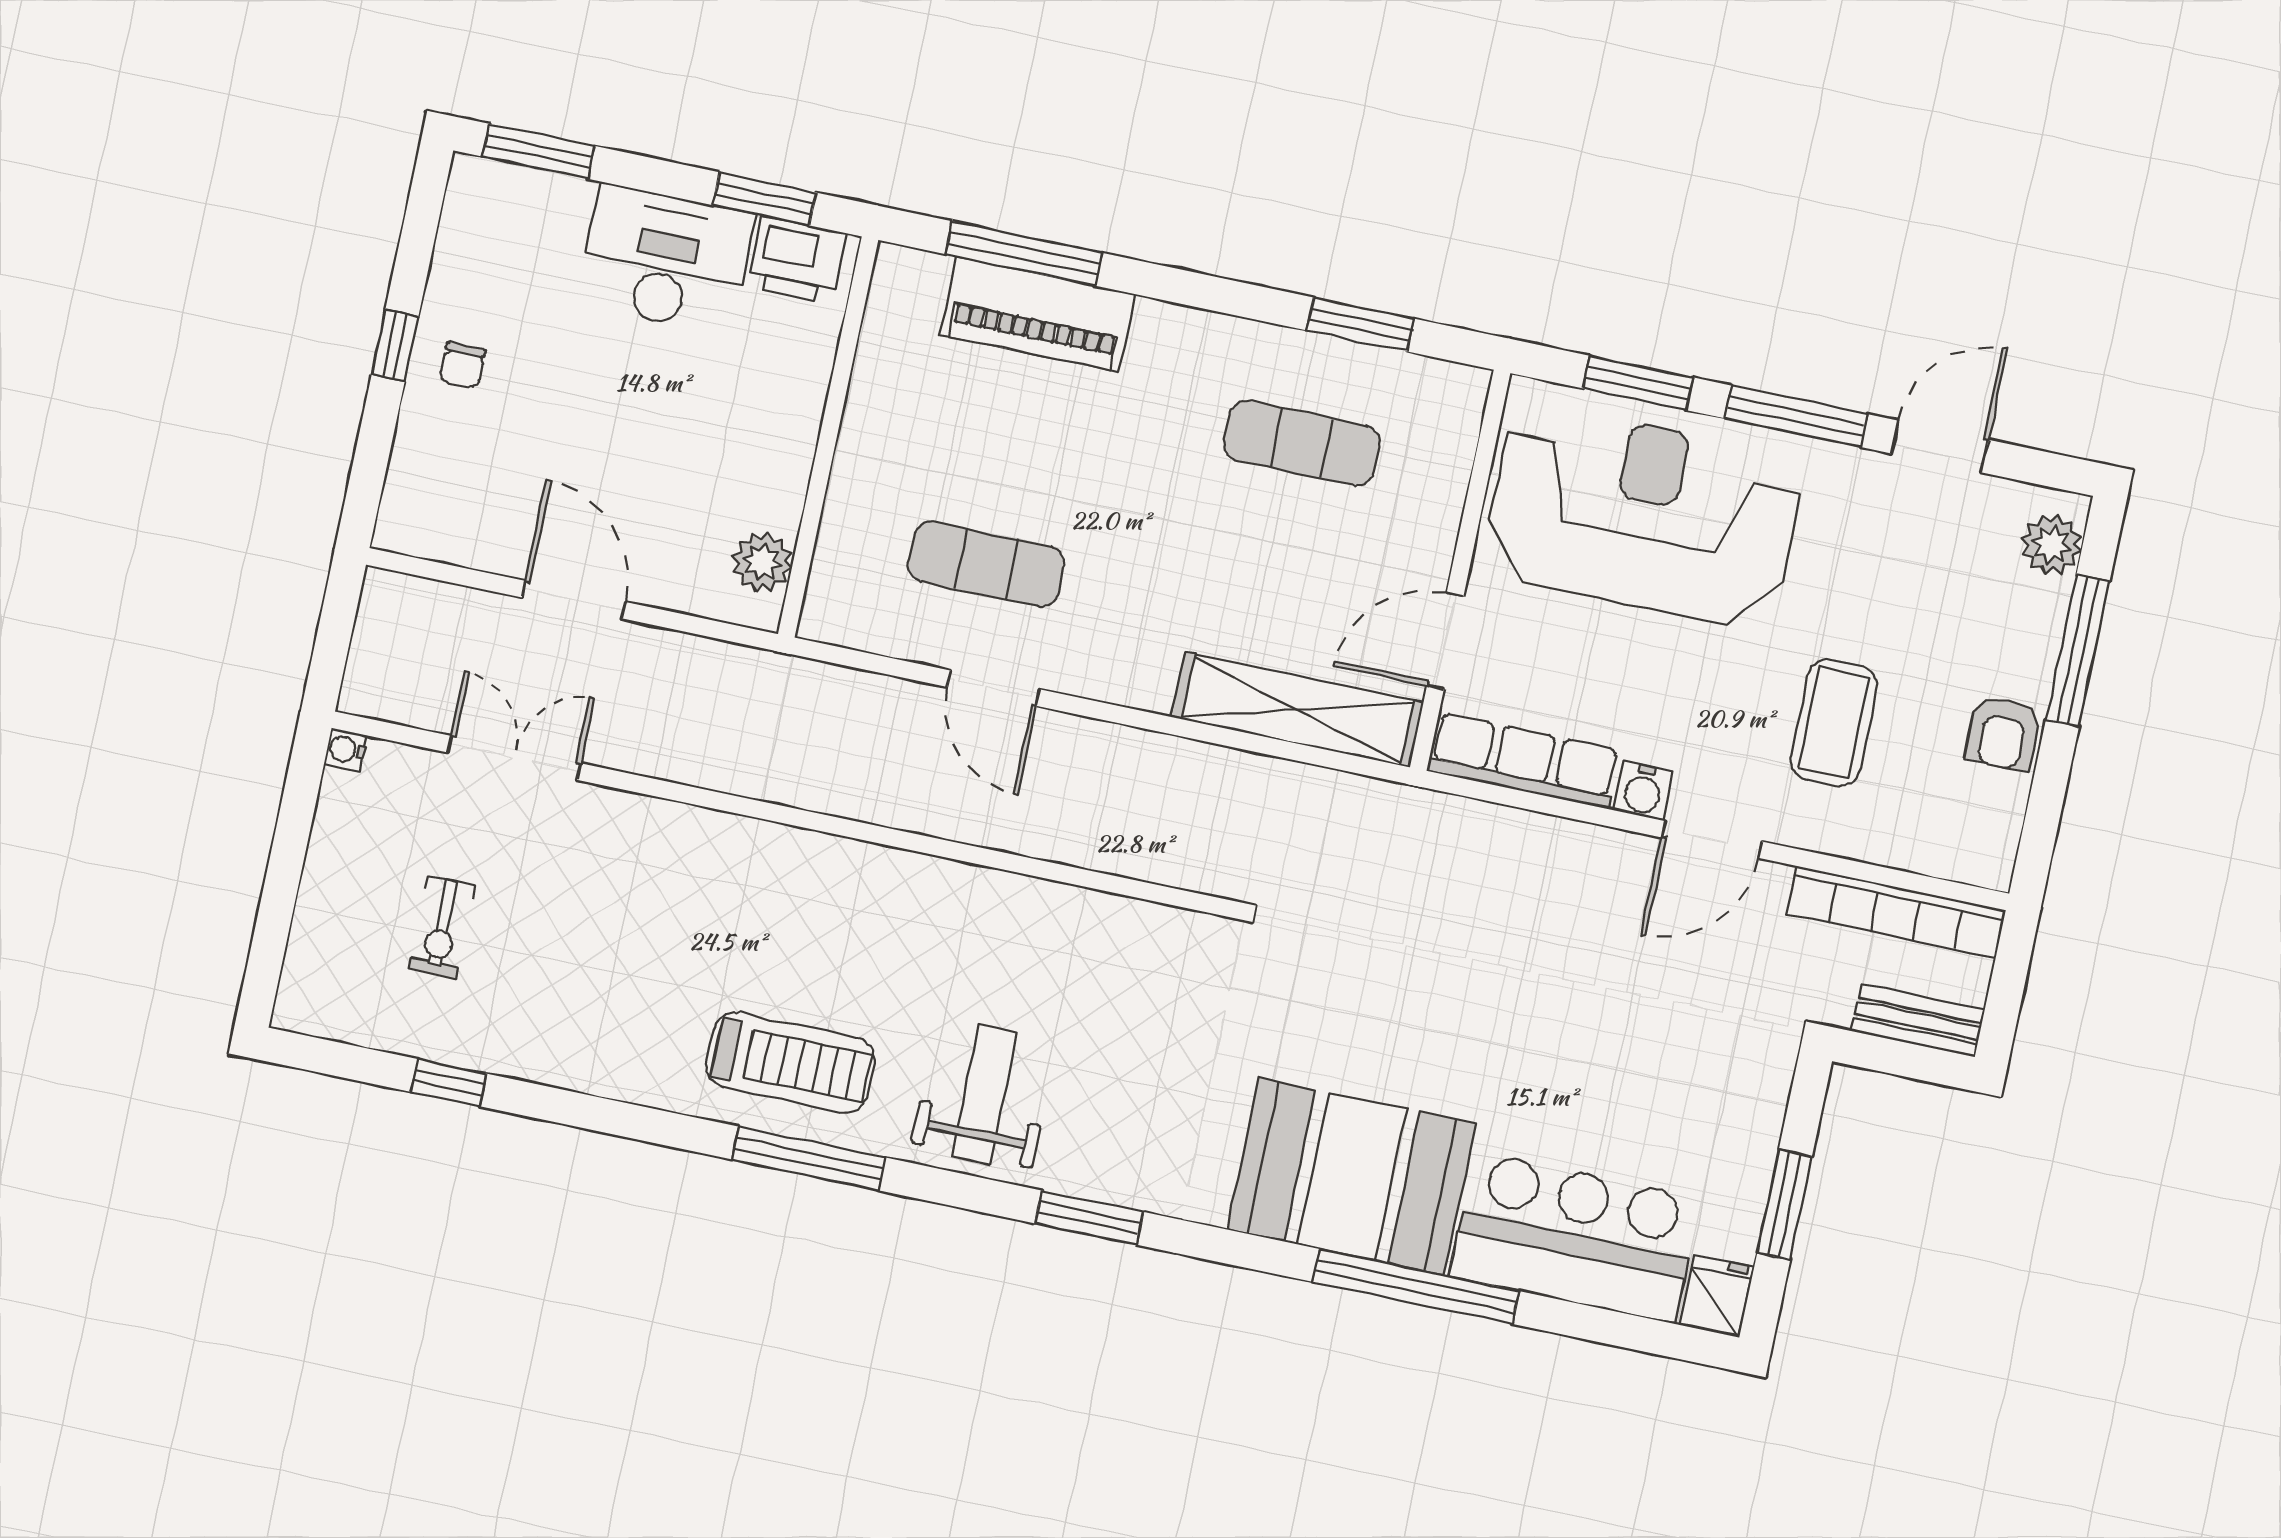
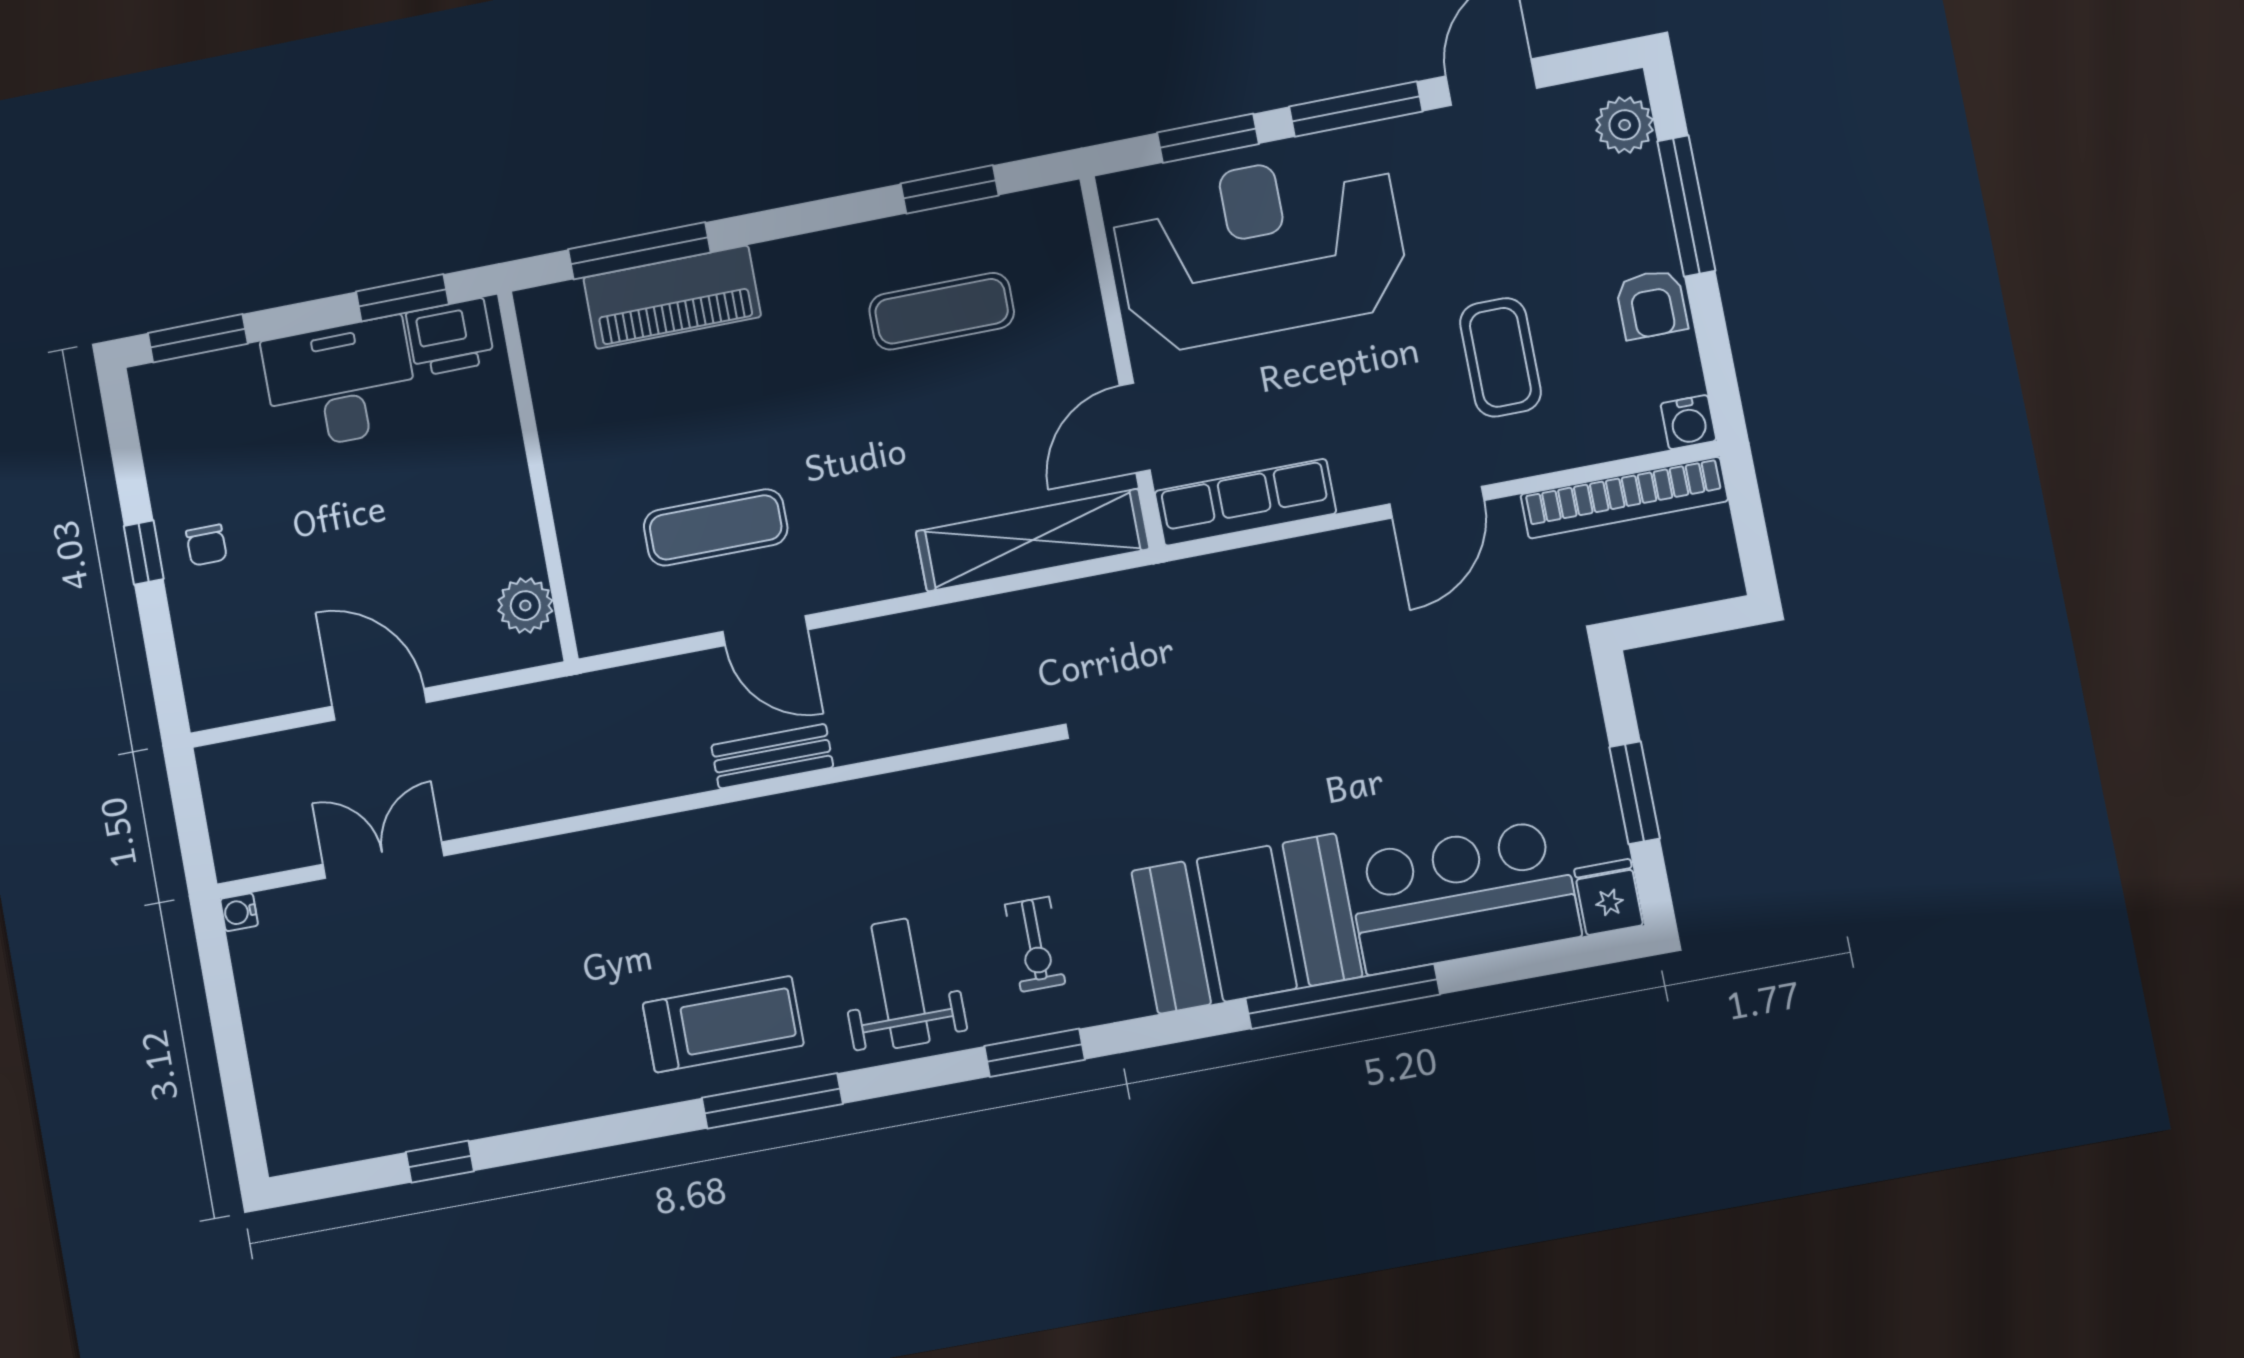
water cooler: (1643, 791) -> (1688, 422), moved
exercise bike: (442, 927) -> (1035, 944), moved
bench: (1918, 1021) -> (772, 756), moved

